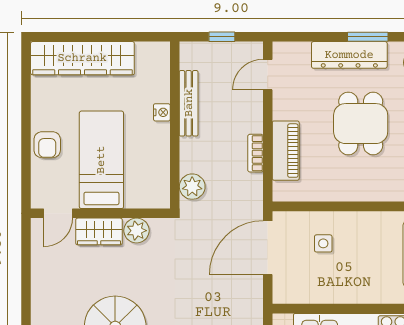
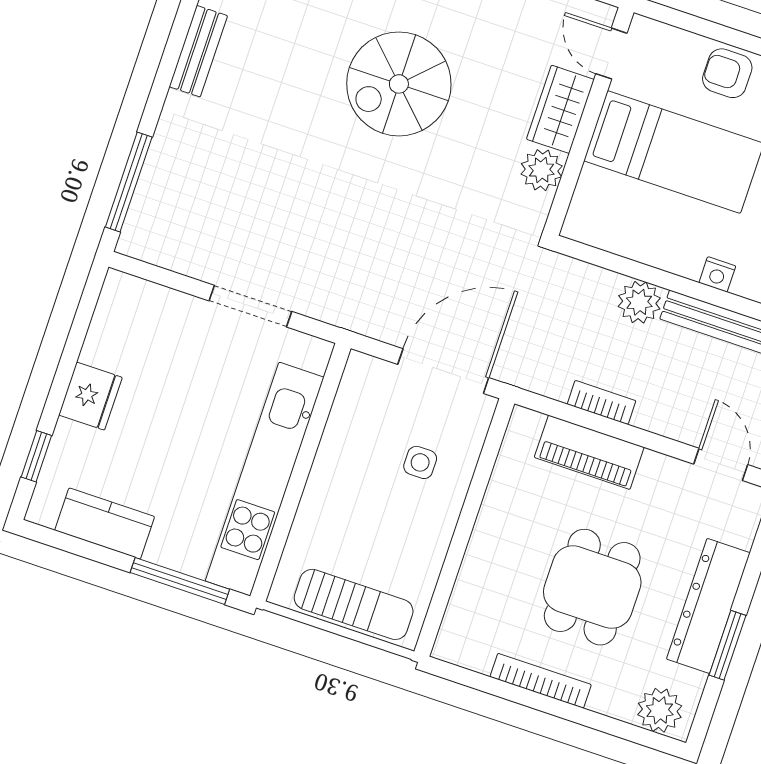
dining table: (361, 124) -> (592, 587), turned 90
plant: (192, 187) -> (639, 302), moved
door: (268, 248) -> (443, 371), hinge flipped

